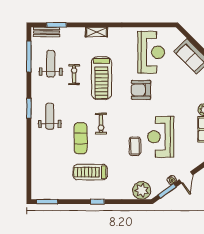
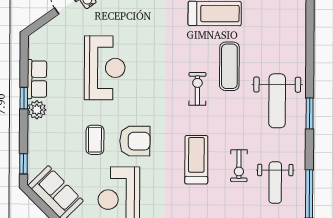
treadmill: (101, 78) -> (196, 160), width x0.73, depth x0.73
weight bench: (50, 116) -> (277, 101), width x1.36, depth x1.33
coffee table: (135, 146) -> (95, 140), moved

